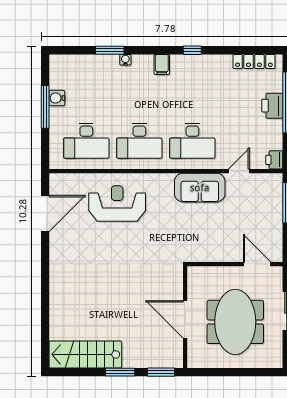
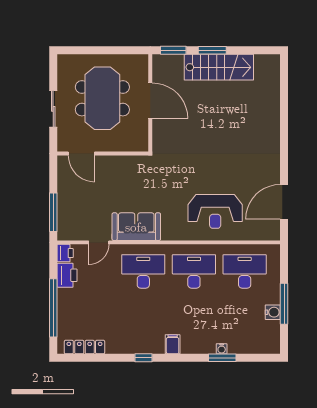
water cooler: (125, 60) -> (222, 349), moved
printer: (272, 106) -> (67, 275), moved
stairs: (85, 354) -> (219, 67), moved

